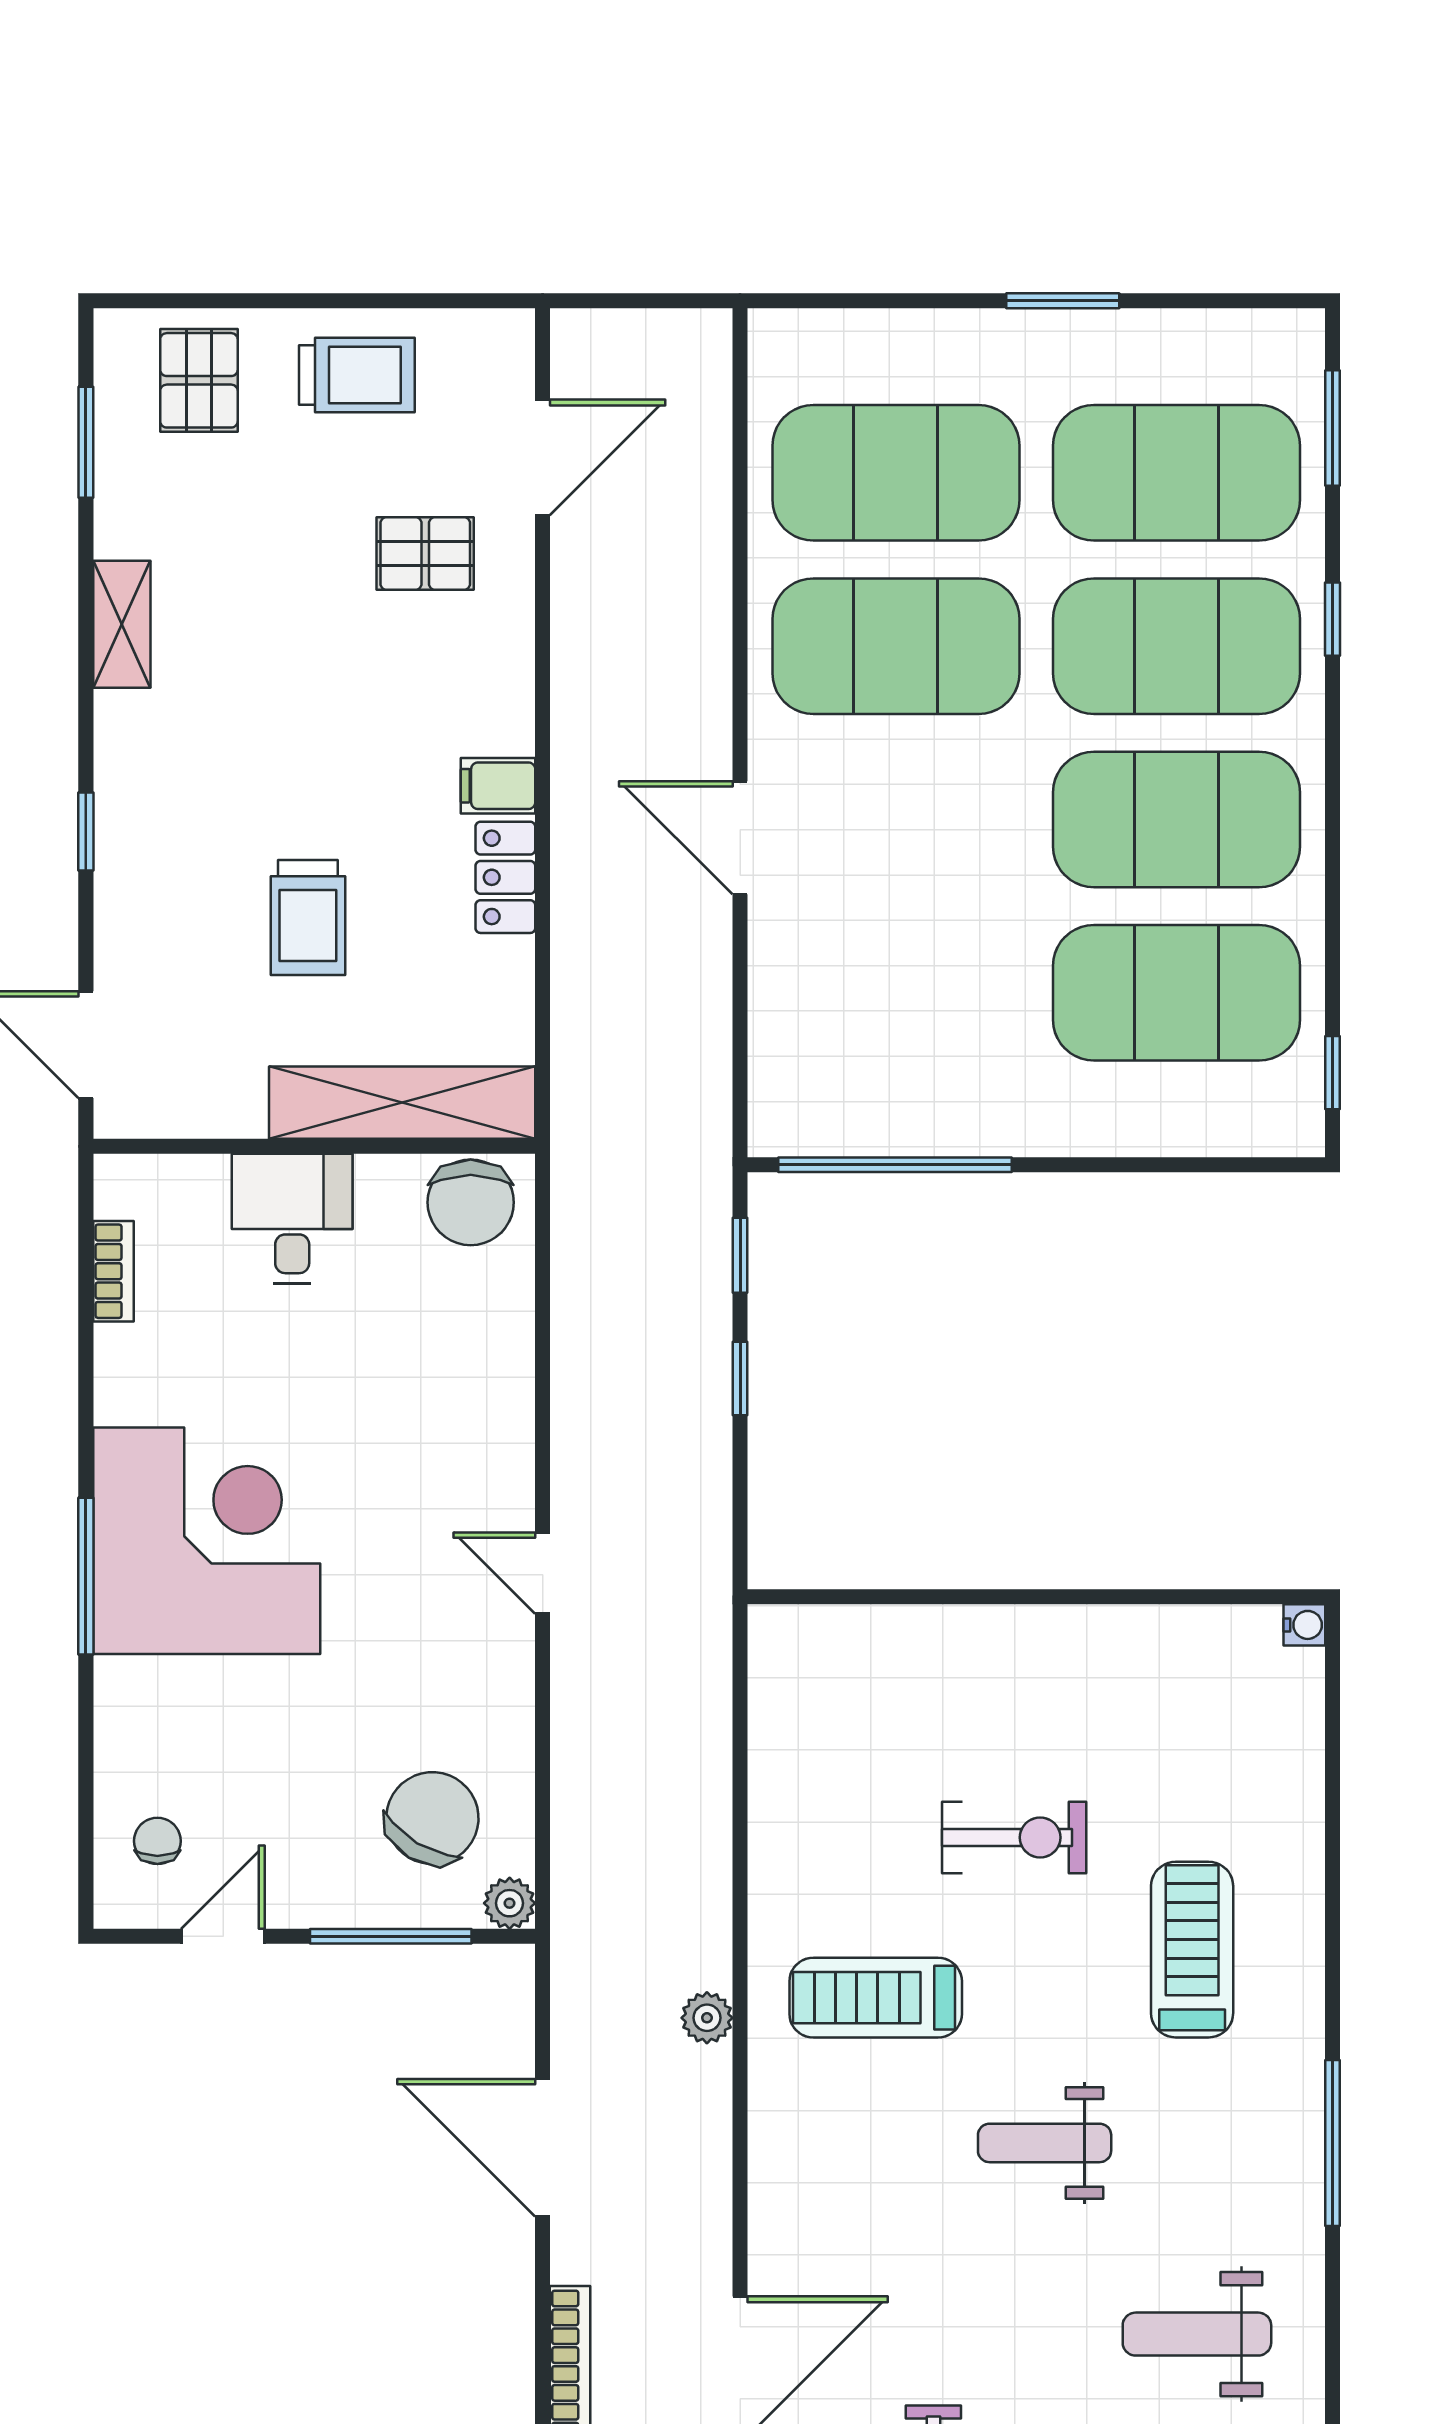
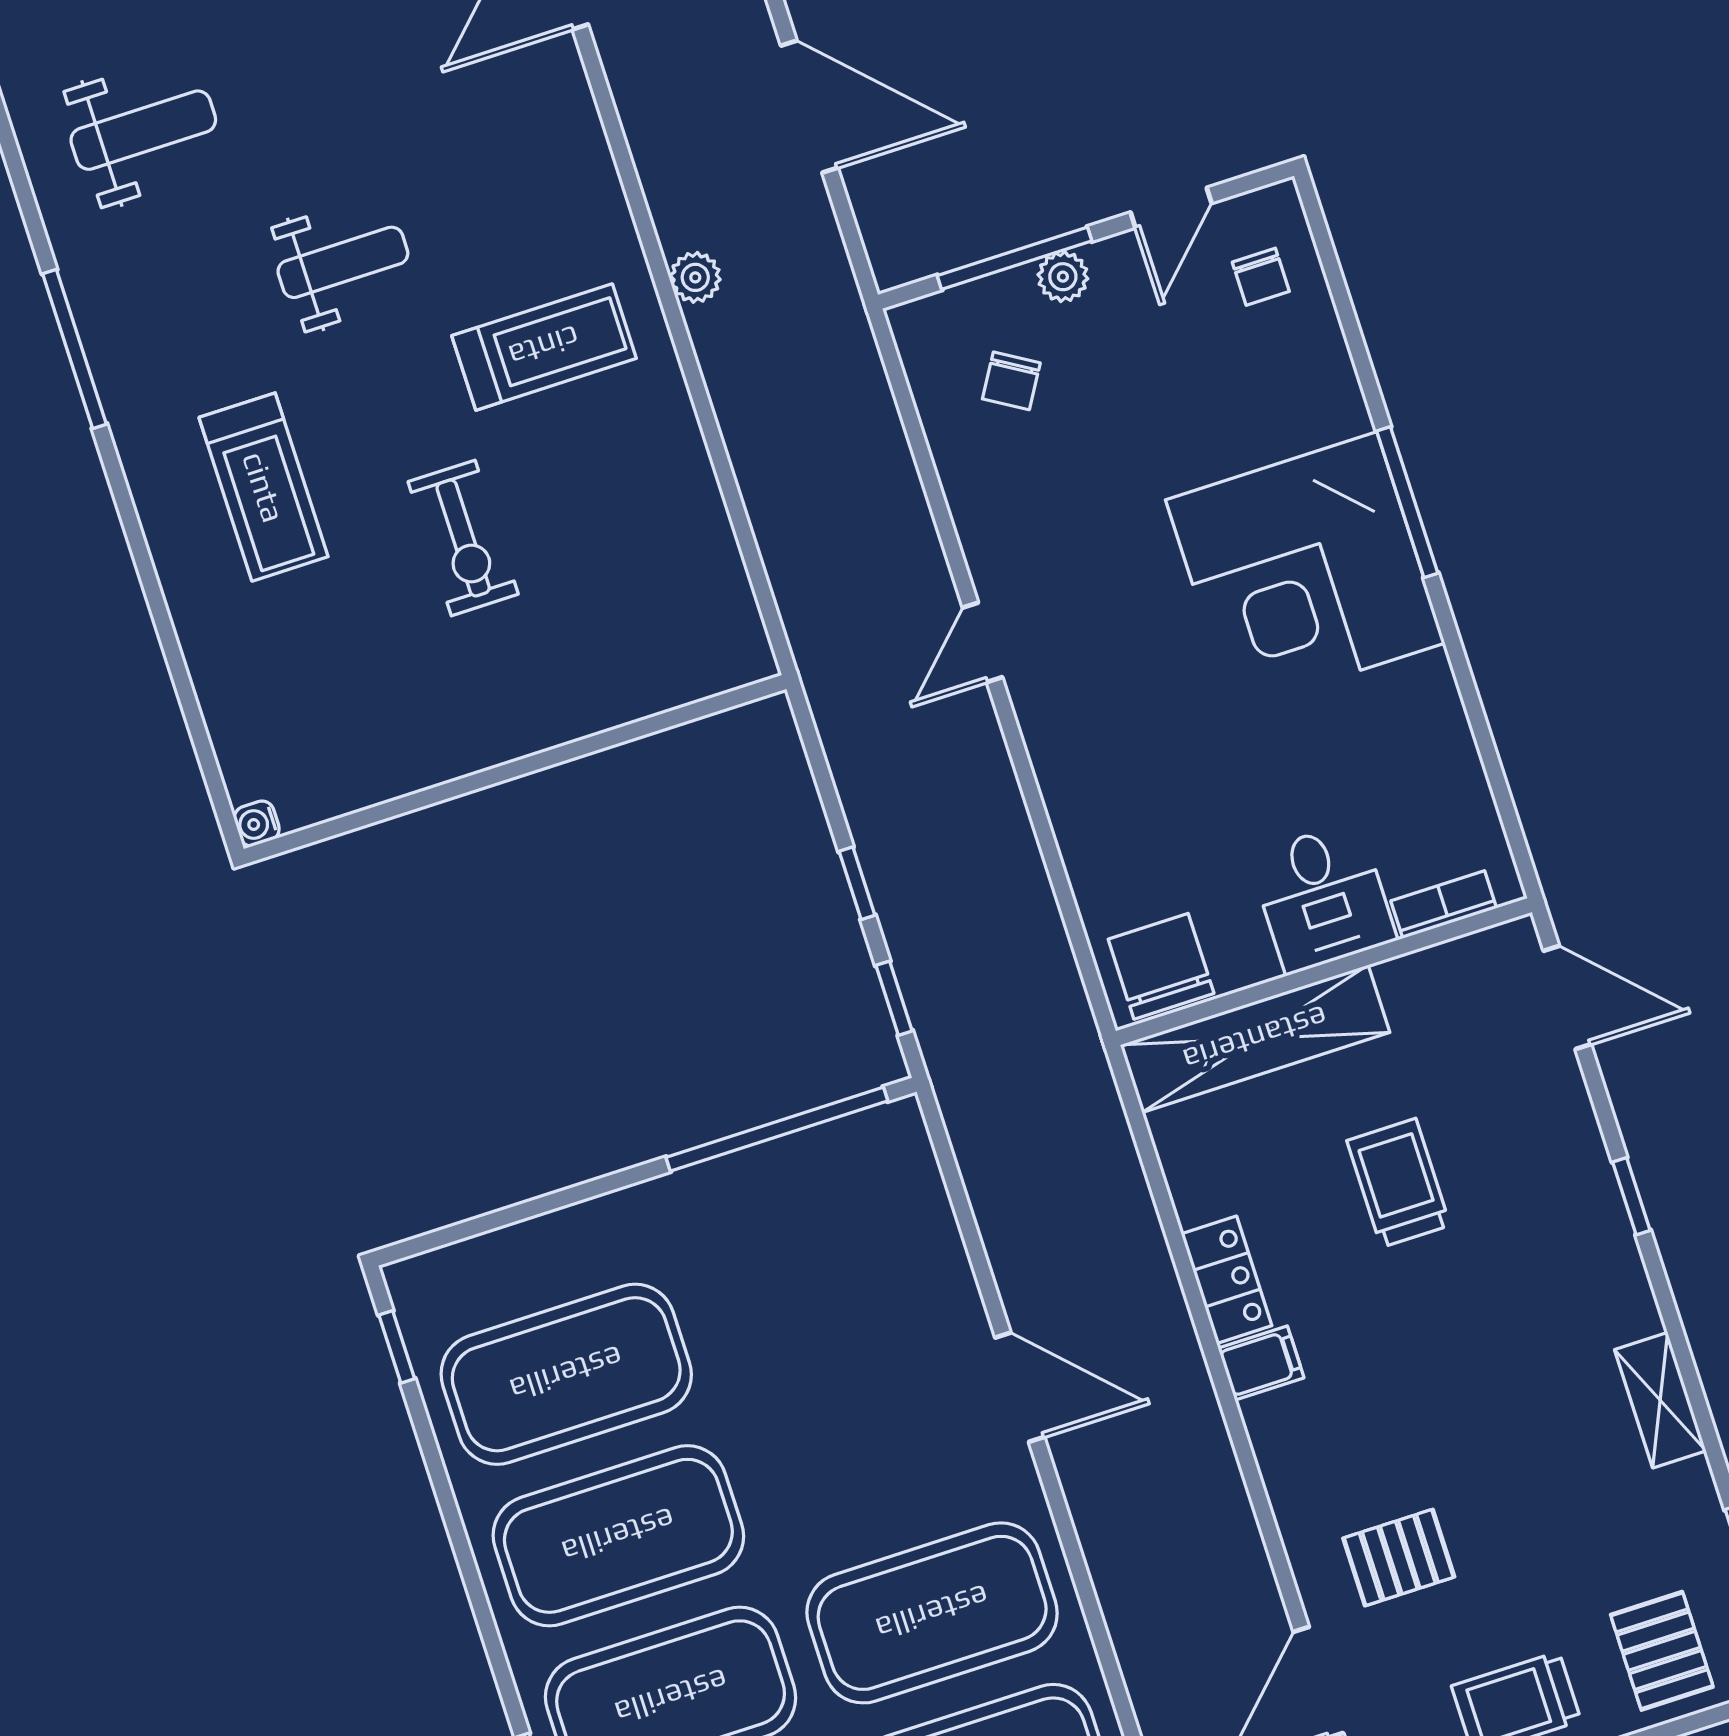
bookcase: (113, 1271) -> (1444, 904), moved, turned 90
door: (543, 1573) -> (982, 642), swing flipped
chair: (432, 1818) -> (1011, 381), width x0.54, depth x0.54
exercise bike: (1014, 1837) -> (463, 538), turned -90
plant: (510, 1903) -> (1063, 277), moved

